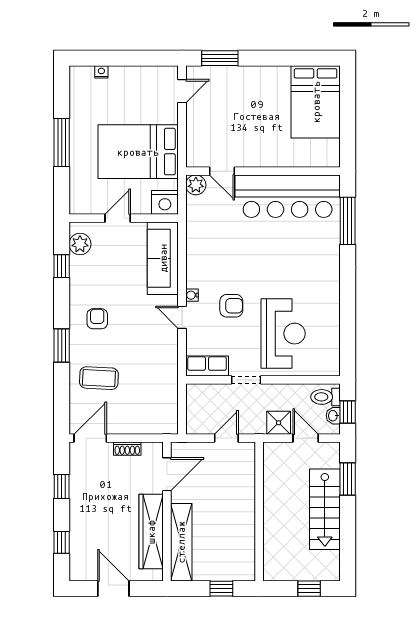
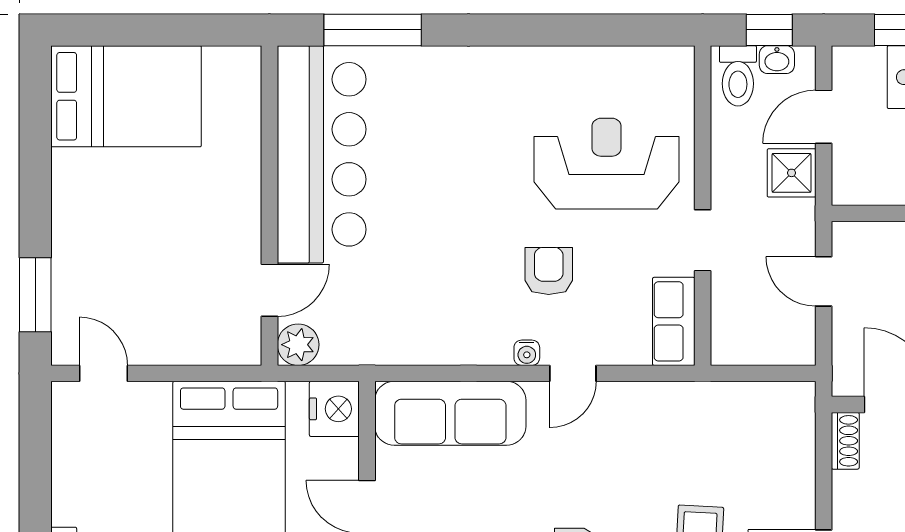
shoe rack: (127, 449) -> (845, 441), moved

